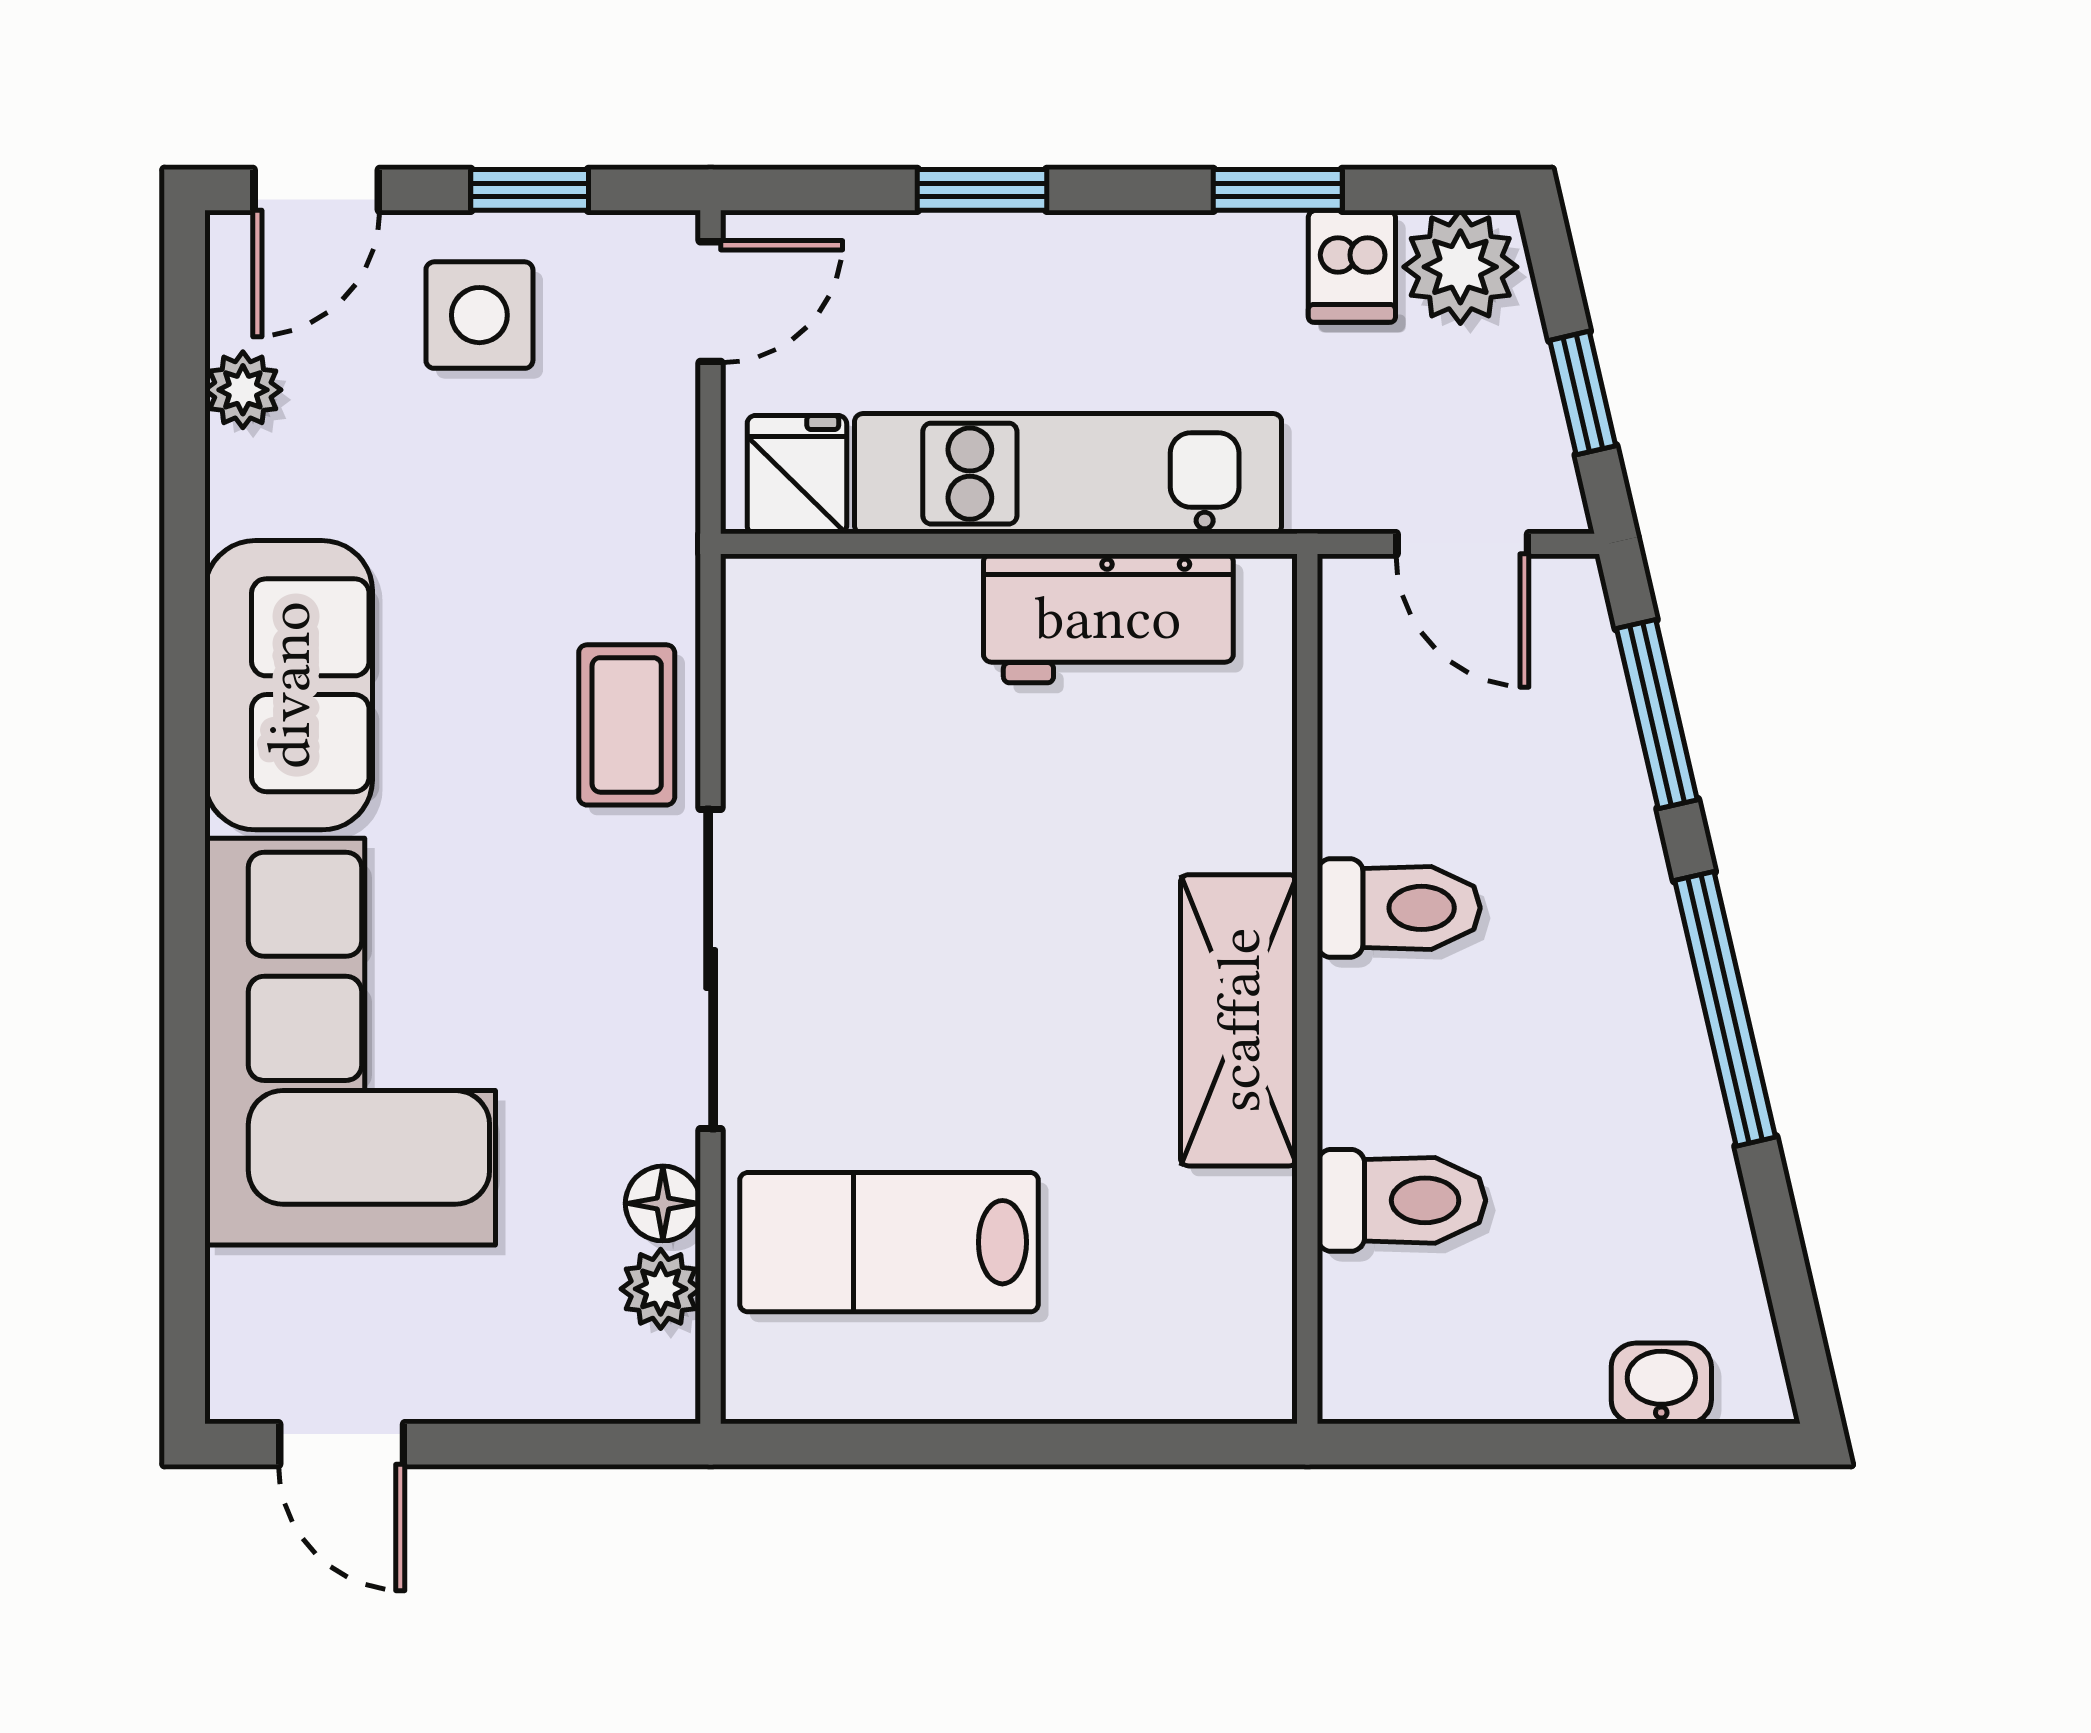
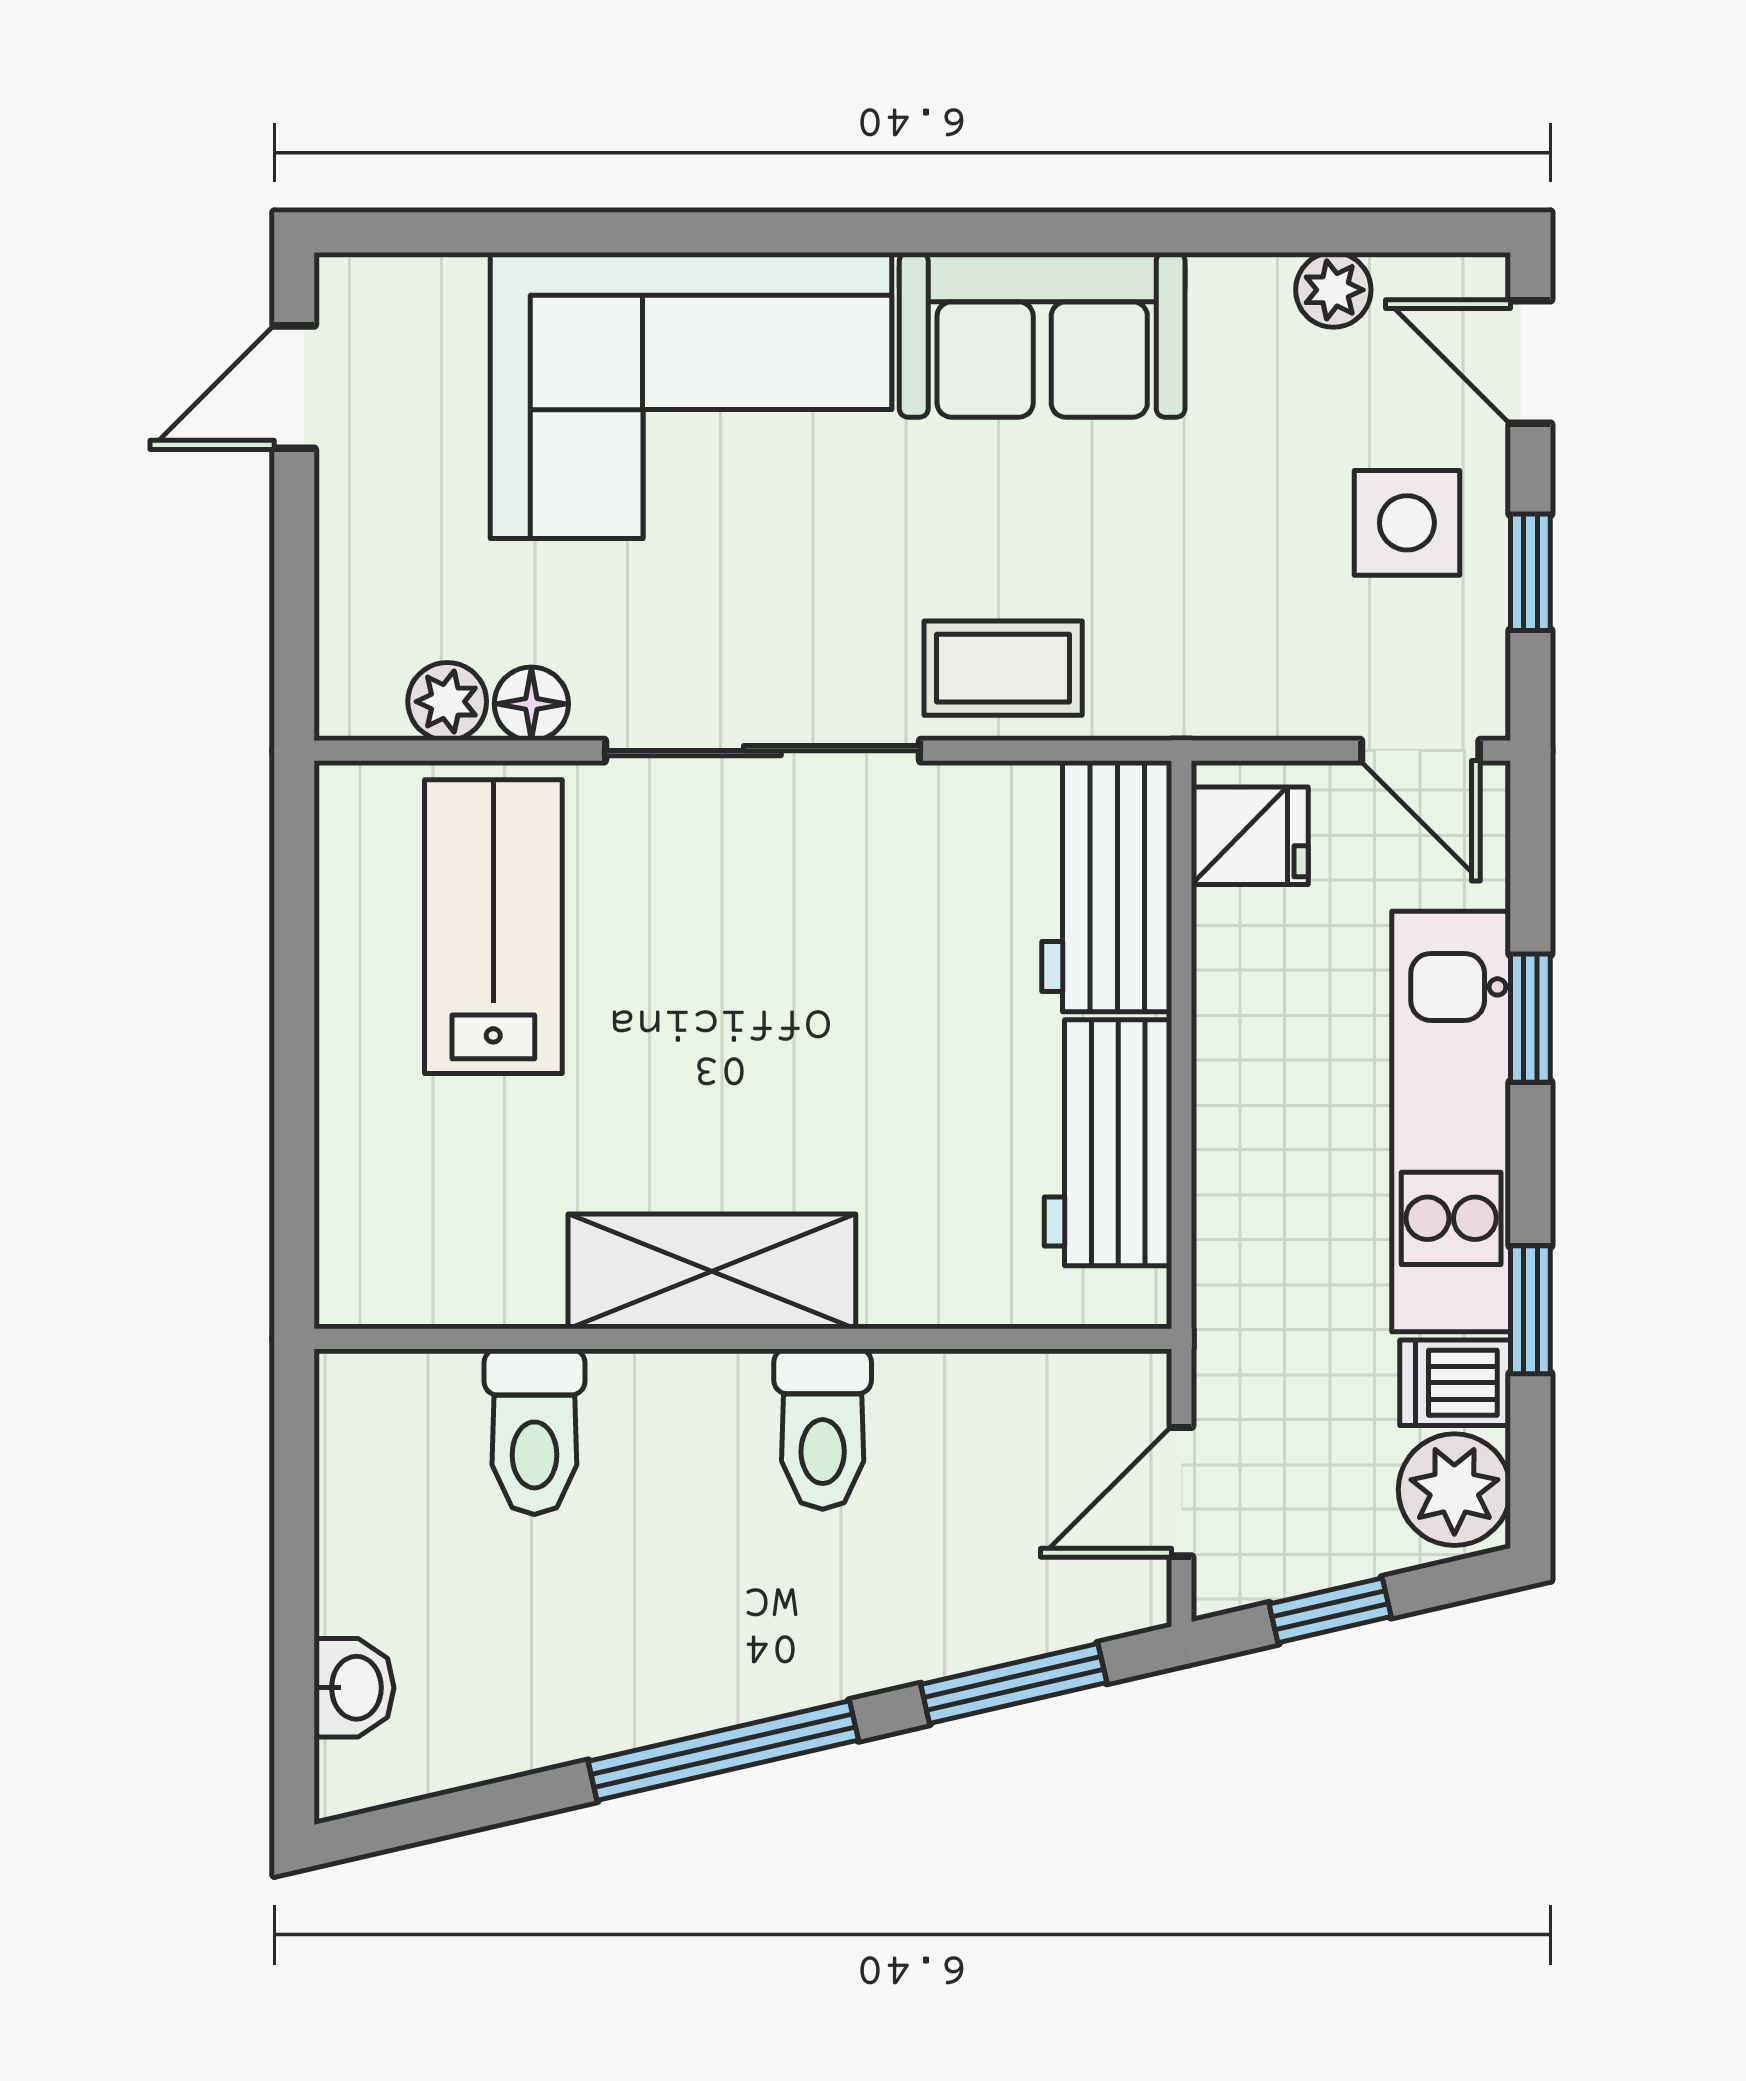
kitchen unit: (1068, 474) -> (1451, 1122), moved, turned 180
workbench: (848, 620) -> (1107, 886), added

